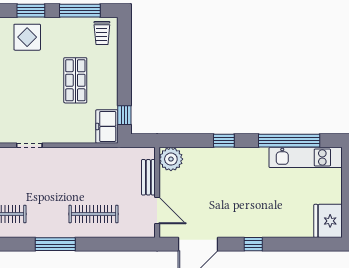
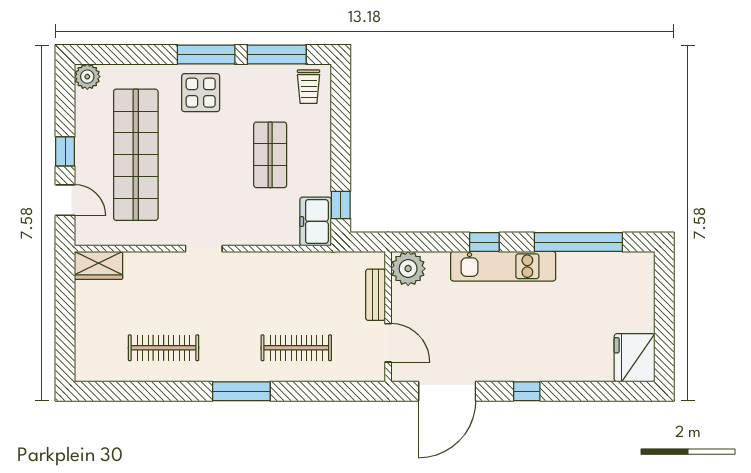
window: (31, 11) -> (206, 54), width x1.44
kitchen unit: (306, 157) -> (503, 266), moved

